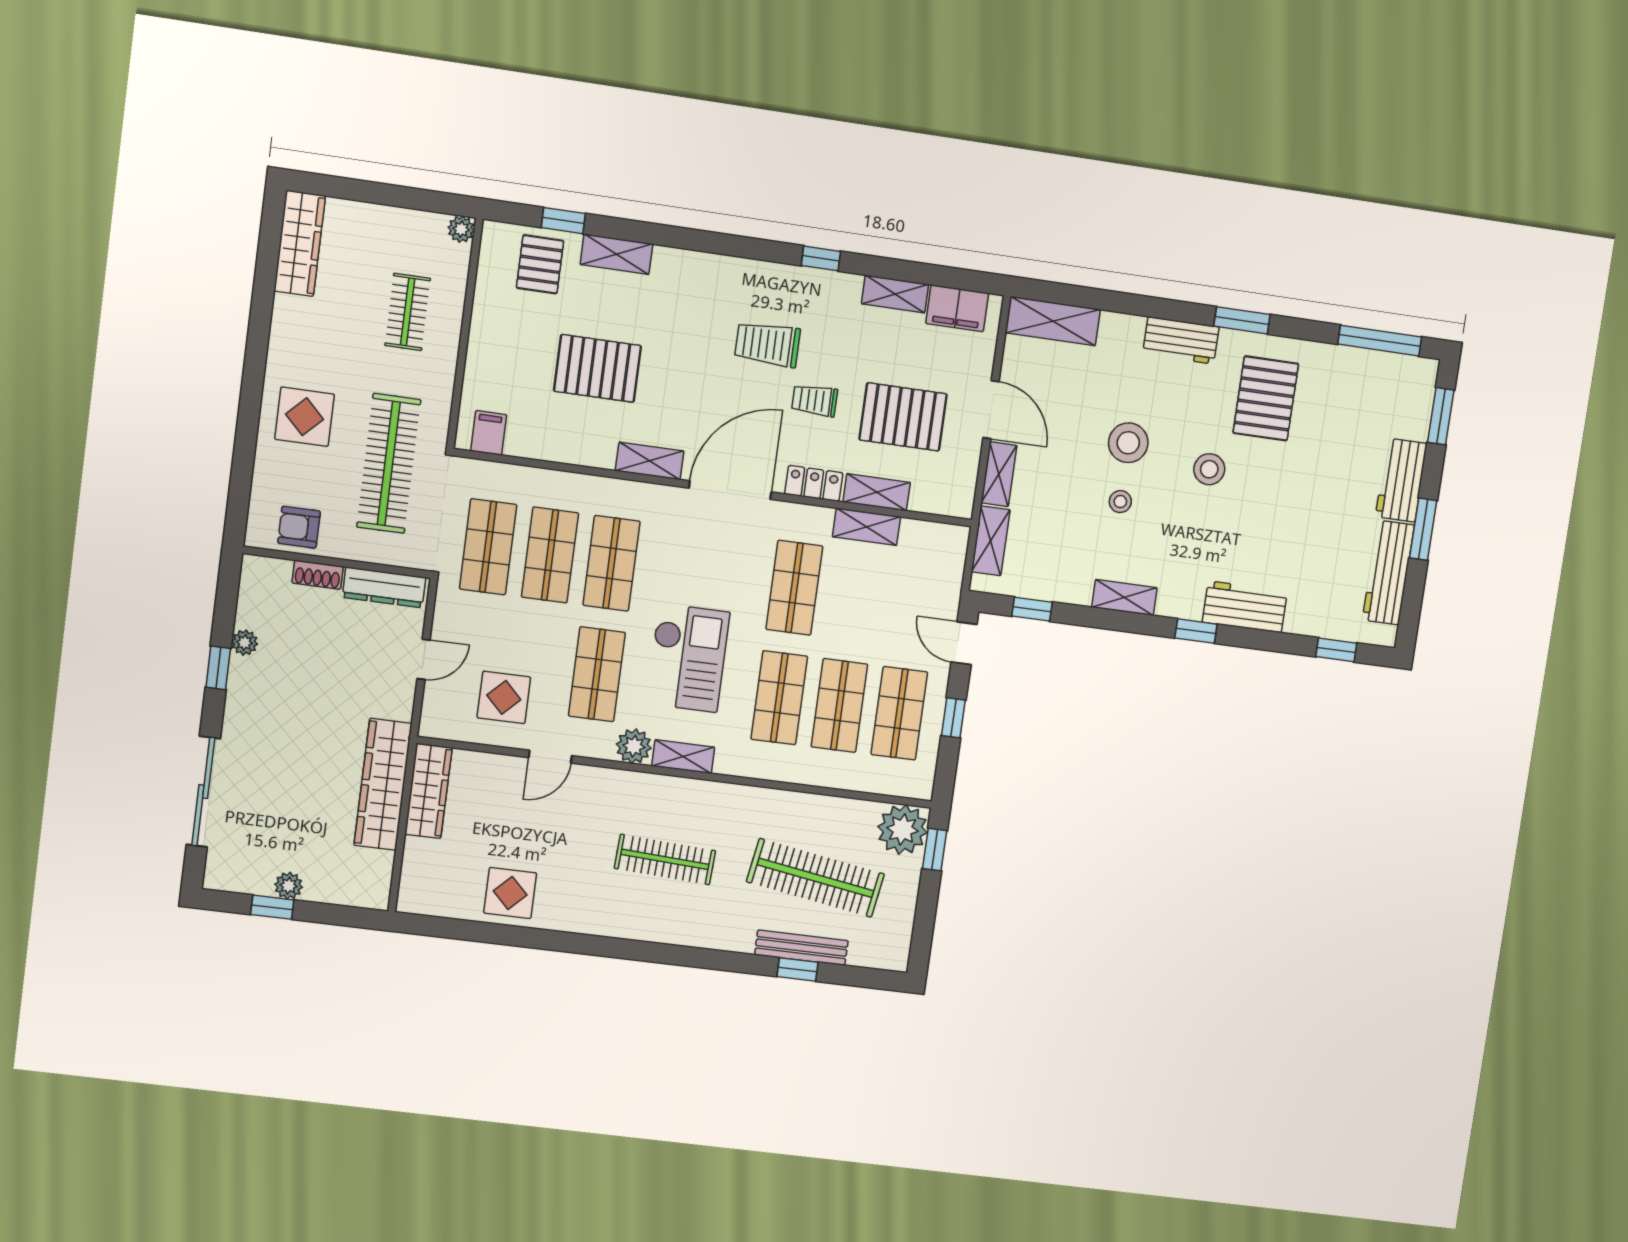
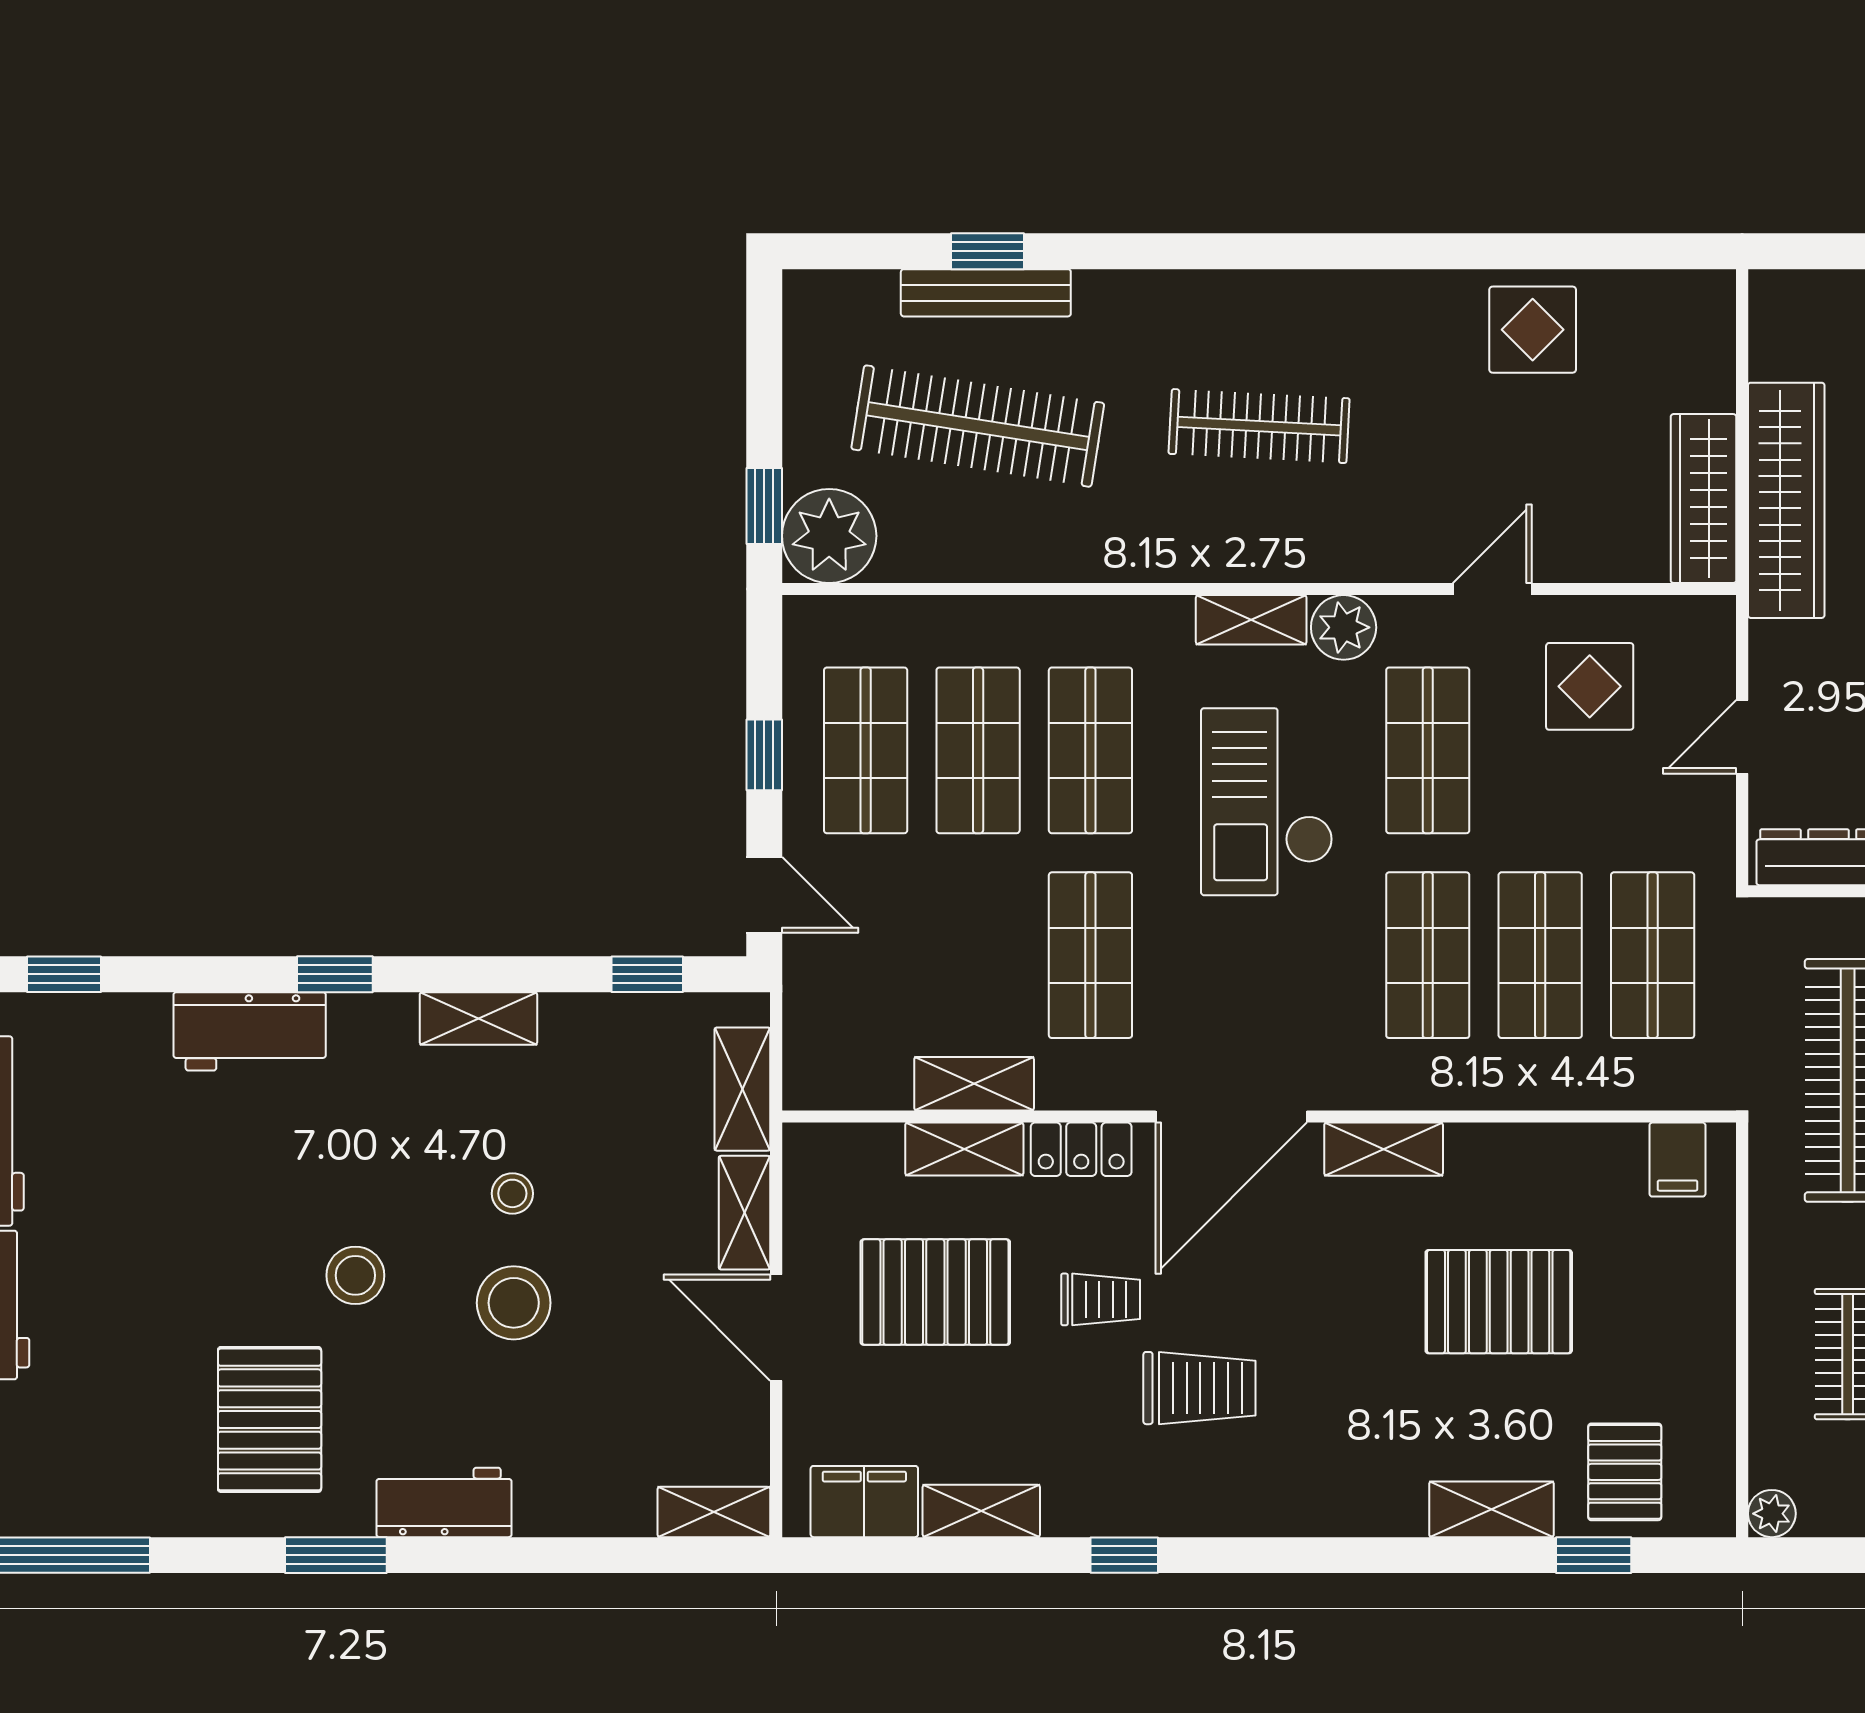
shelving: (1053, 321) -> (714, 1512), width x0.67, depth x0.75

